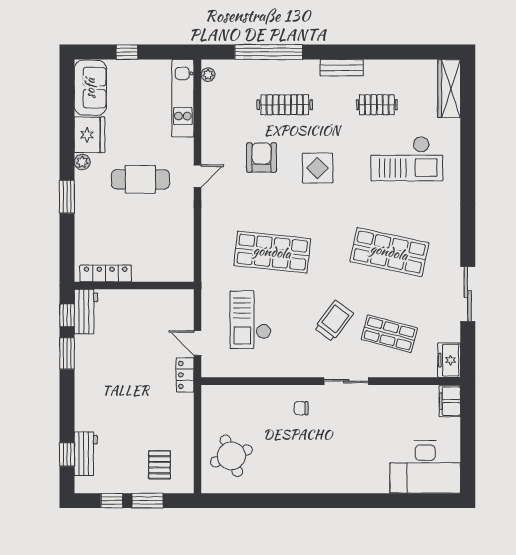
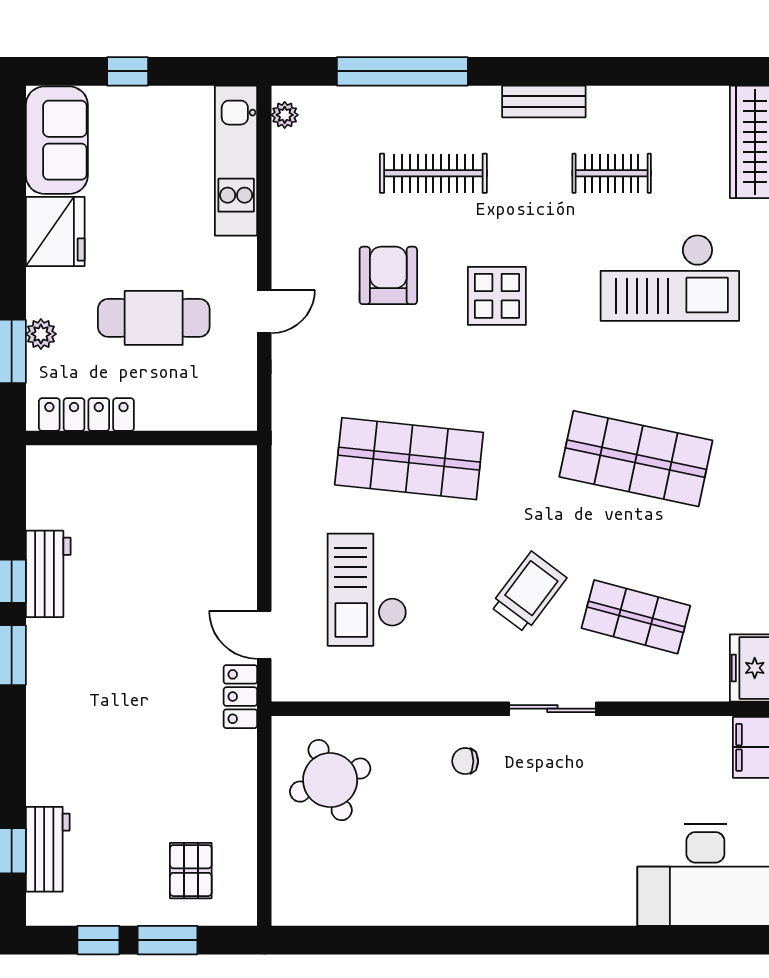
plant: (82, 162) -> (41, 334), moved
locker: (106, 273) -> (86, 415), moved
wall: (134, 286) -> (142, 438), moved
round table: (231, 456) -> (330, 780), moved

